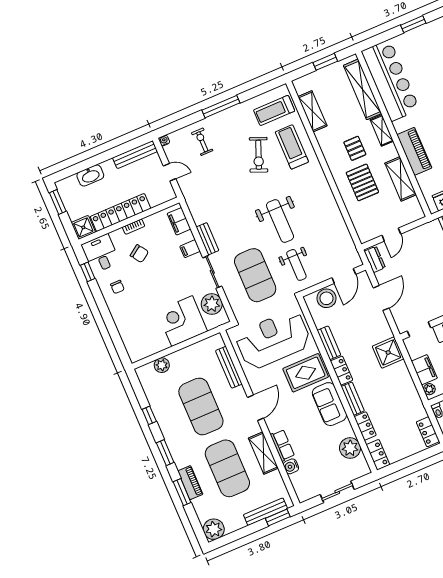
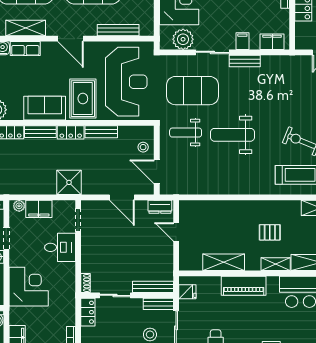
pallet: (362, 182) -> (235, 226), removed
stool: (327, 298) -> (143, 147), width x0.53, depth x0.53

